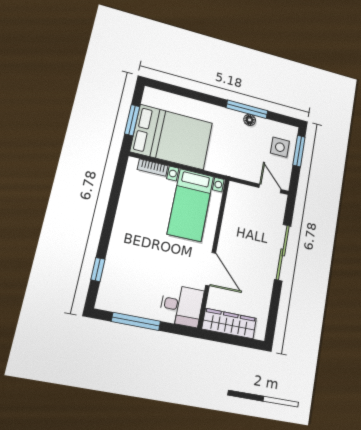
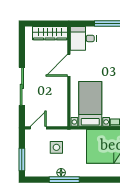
side table: (280, 147) -> (56, 147), moved
door: (270, 188) -> (38, 128), swing flipped
door: (211, 269) -> (69, 65), hinge flipped

